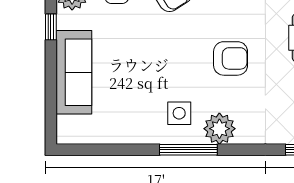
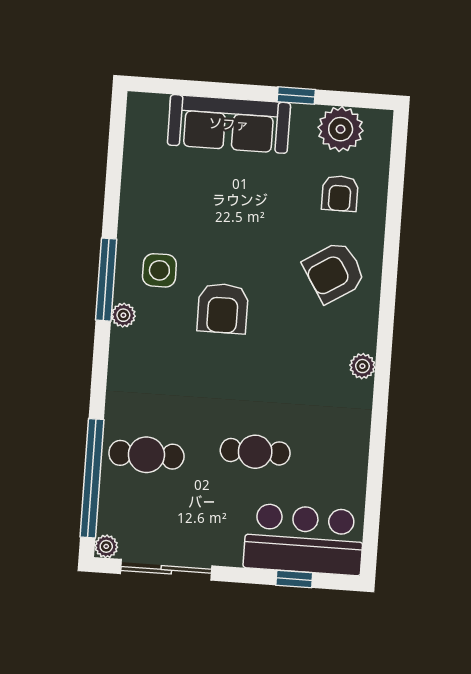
armchair: (231, 58) -> (223, 308), moved
plant: (219, 129) -> (123, 315), width x0.53, depth x0.53

